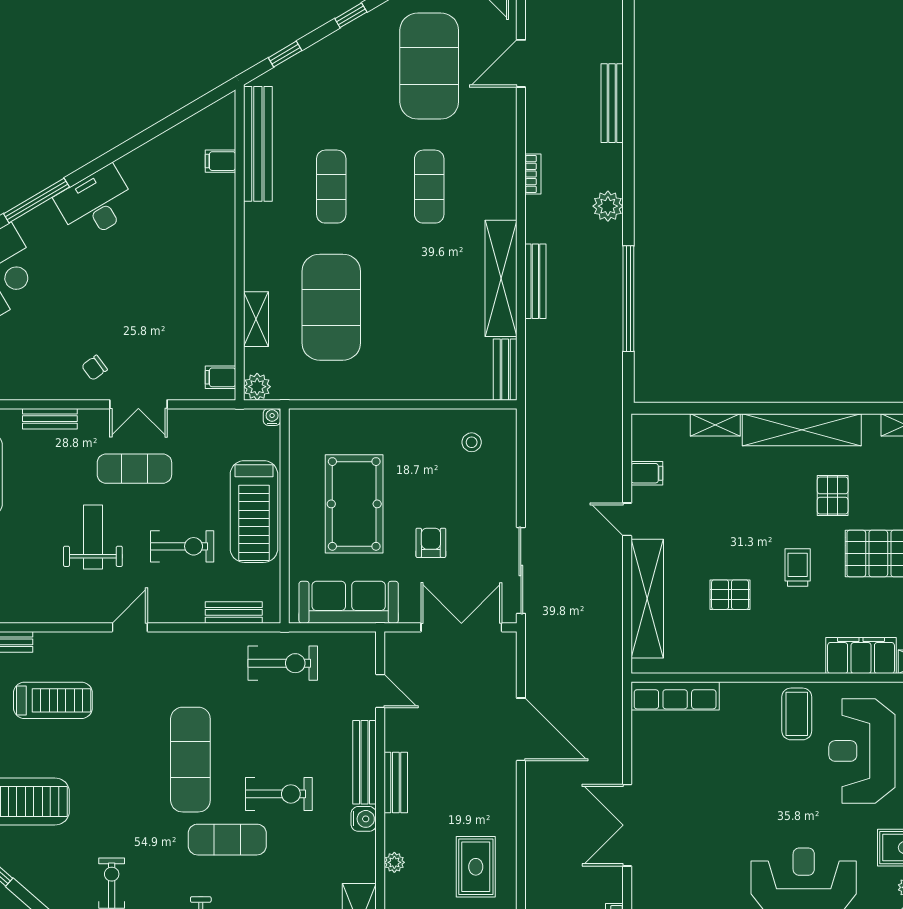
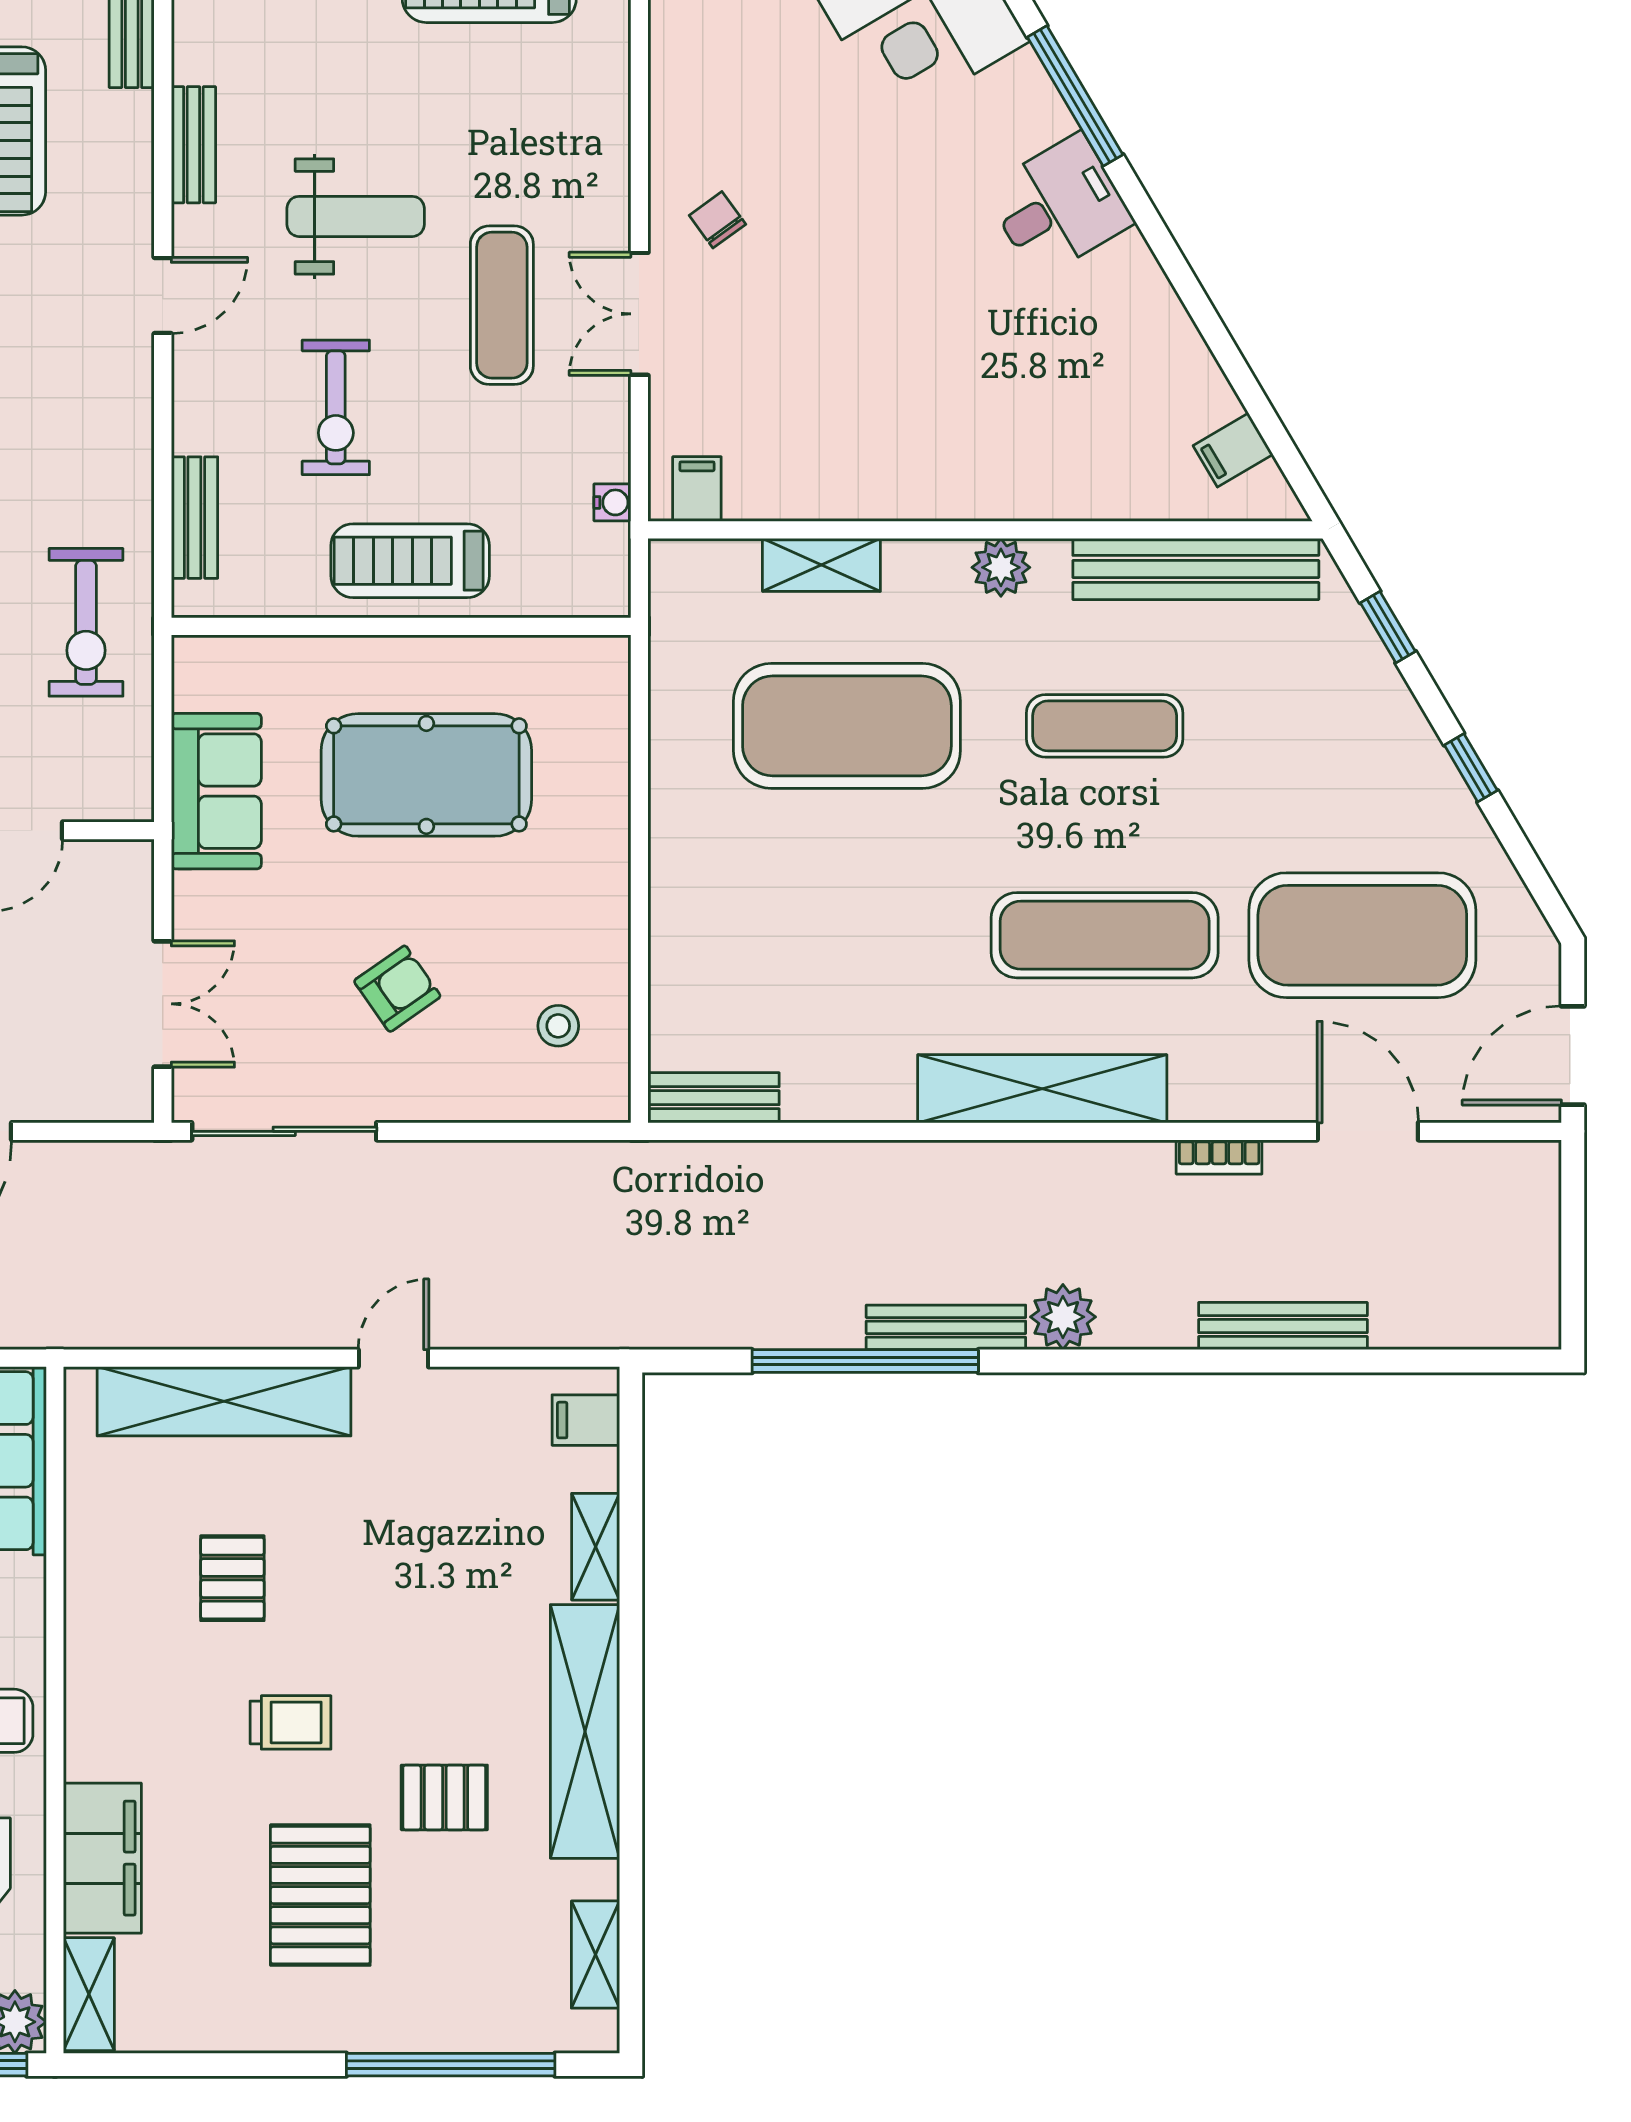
filing cabinet: (220, 161) -> (1233, 450), moved, turned -120
bookcase: (533, 174) -> (1219, 1157), moved
exercise mat: (429, 187) -> (1105, 935), width x1.36, depth x1.45
desk: (96, 203) -> (1059, 206), width x0.73
shelving: (501, 278) -> (1042, 1089), moved
bench: (535, 281) -> (946, 1327), moved
plant: (257, 387) -> (1001, 567), moved
water cooler: (272, 417) -> (612, 502), moved
bench: (50, 419) -> (193, 145), moved
filing cabinet: (647, 473) -> (586, 1420), moved, turned 90
treadmill: (254, 512) -> (410, 561), width x0.73, depth x0.73
armchair: (431, 543) -> (397, 989), moved, turned -35
sofa: (349, 602) -> (216, 791), width x0.73
door: (130, 627) -> (163, 295), hinge flipped
double door: (461, 627) -> (163, 1004), width x0.73

